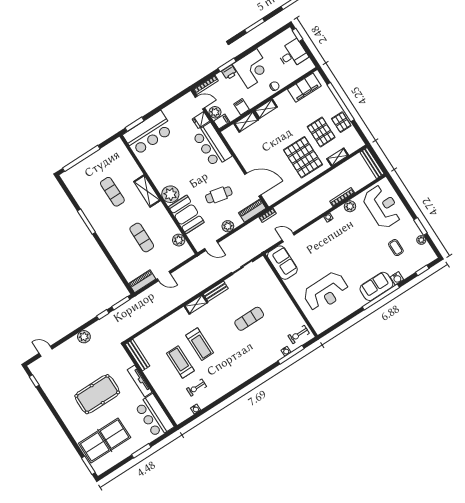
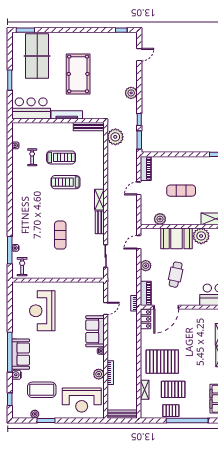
locker: (275, 196) -> (145, 319), added
coffee table: (396, 248) -> (42, 390), width x1.86, depth x1.72
sofa: (282, 263) -> (95, 331), moved, turned 90
plant: (132, 326) -> (115, 137), added

